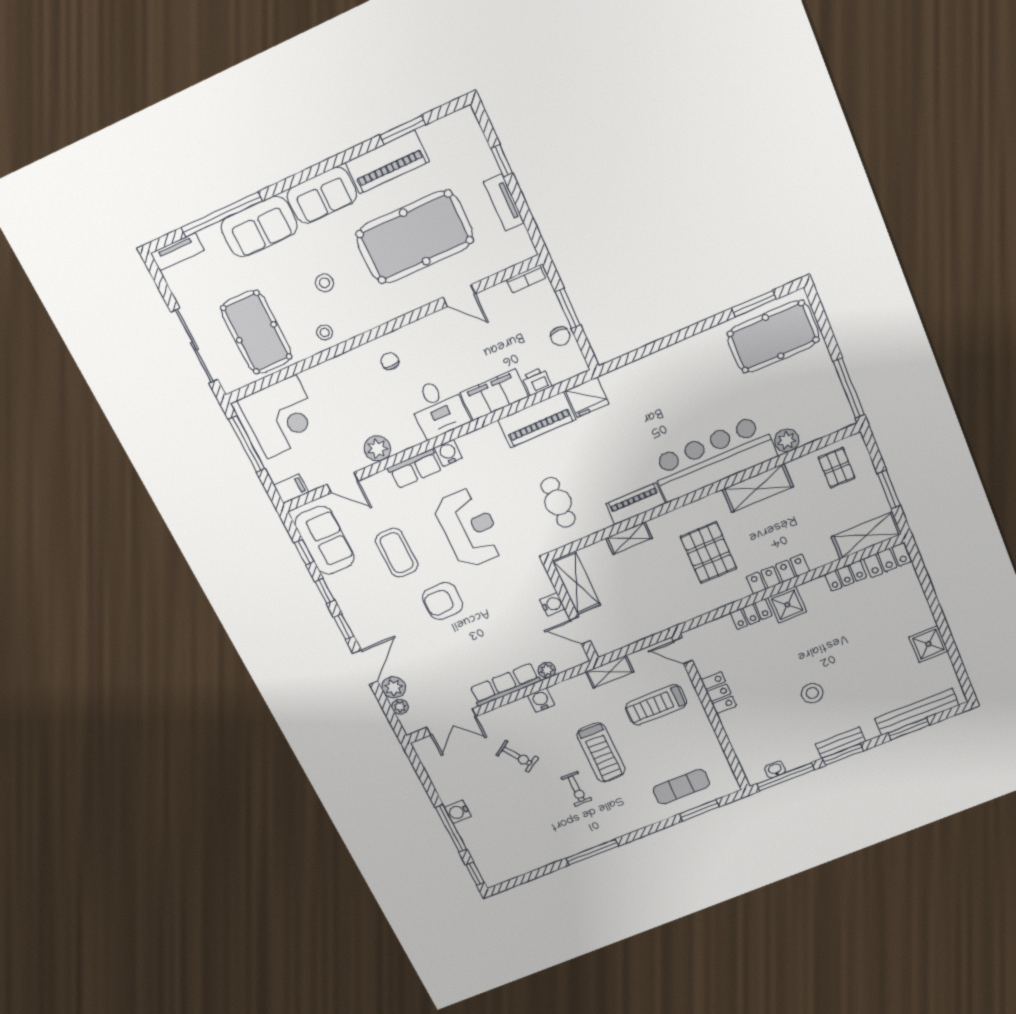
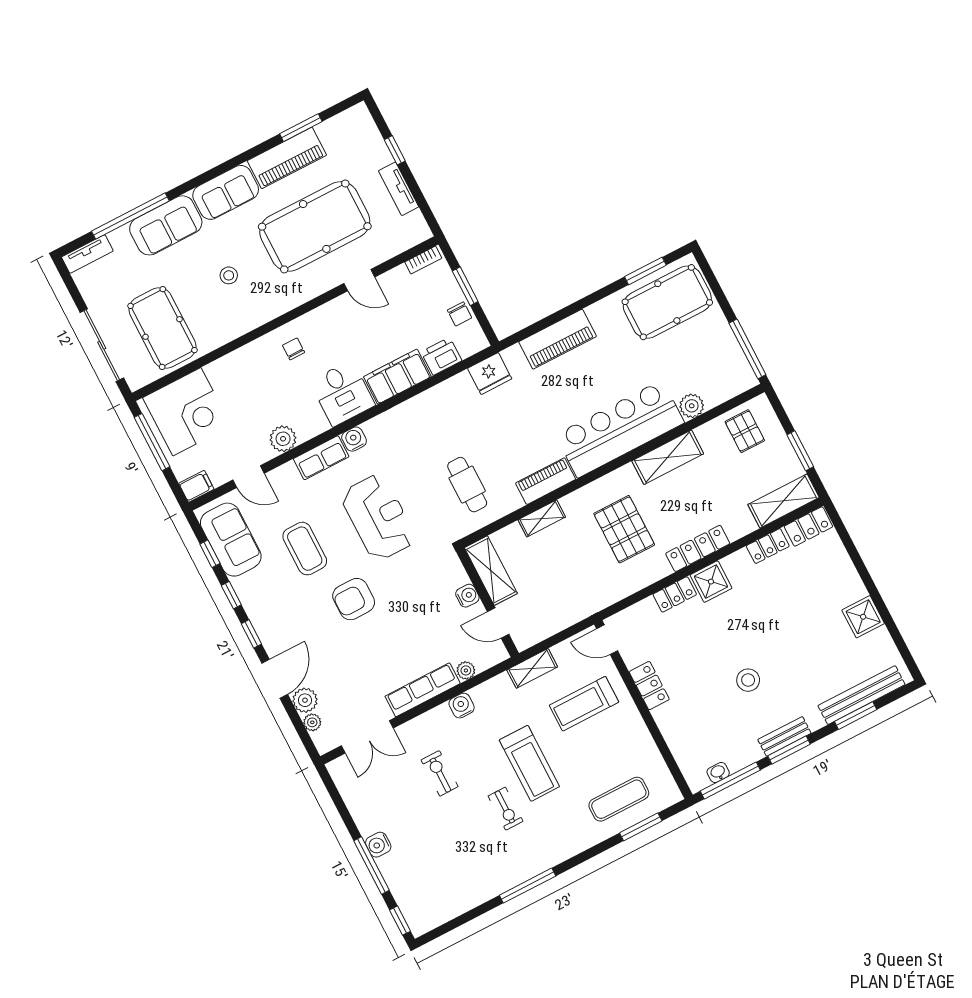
stool: (325, 332) -> (229, 324), removed
printer: (537, 381) -> (441, 356), width x1.36, depth x1.24
piano: (537, 420) -> (558, 339), moved
exercise bike: (517, 756) -> (440, 773), turned -145

